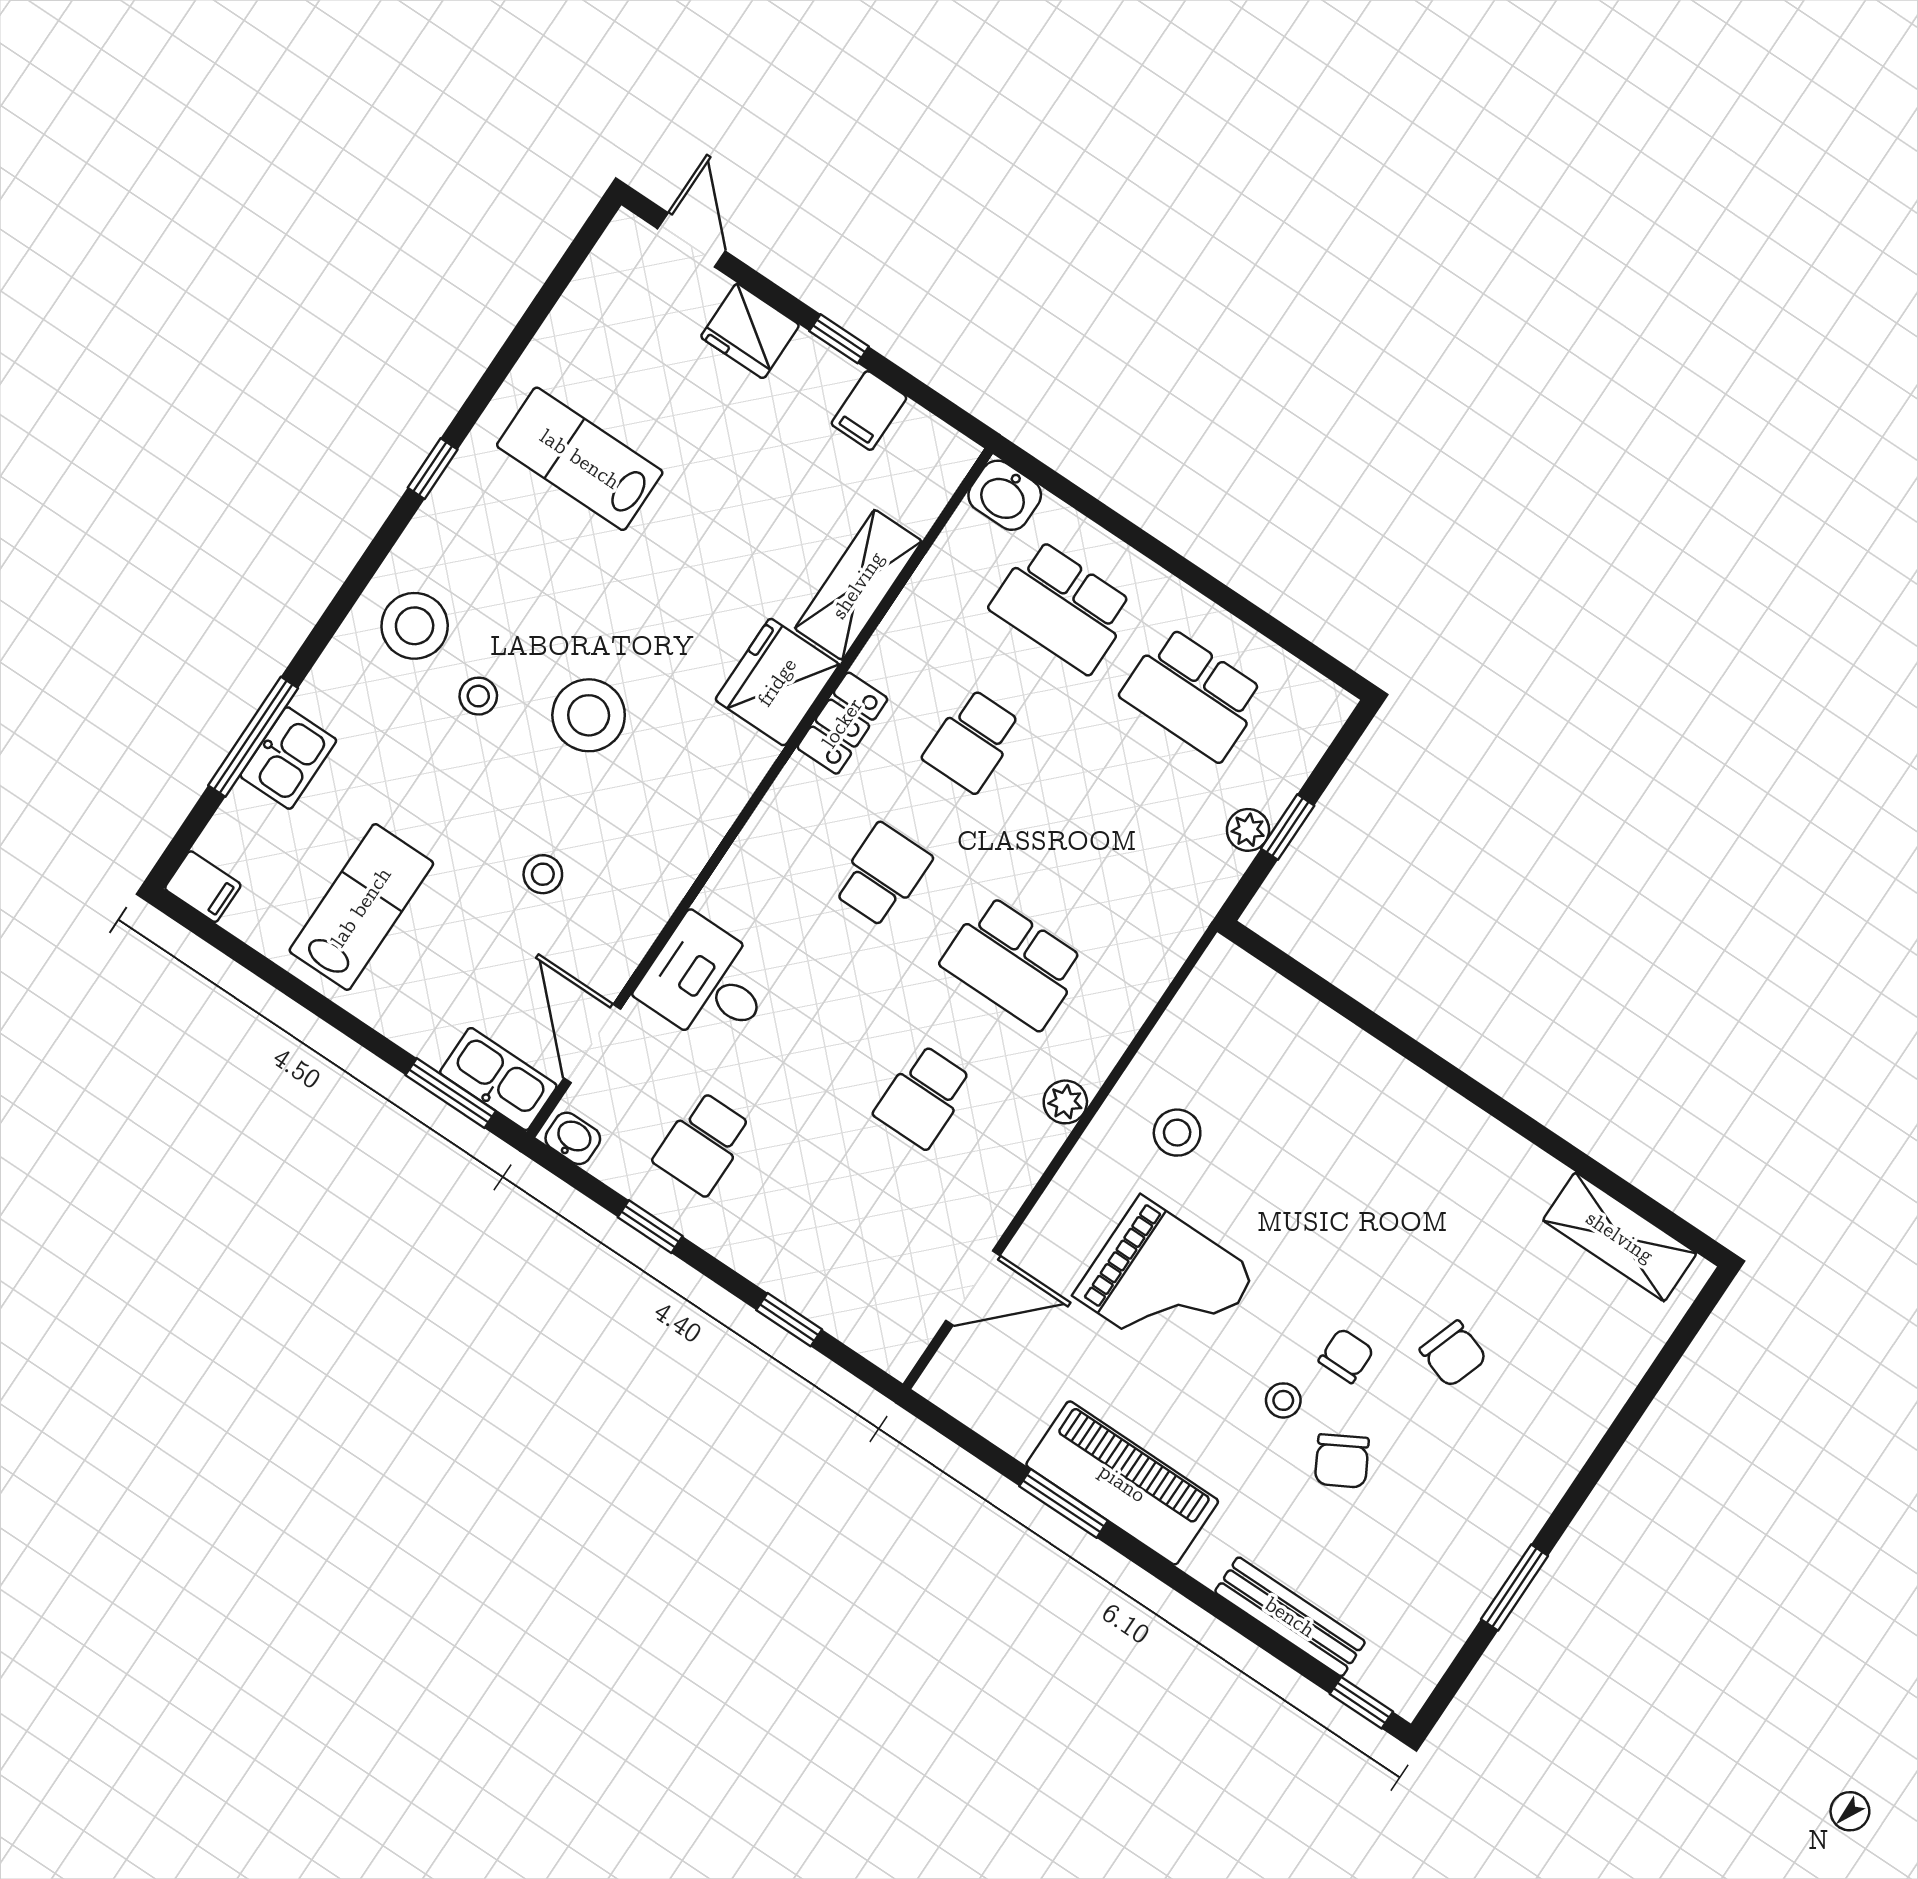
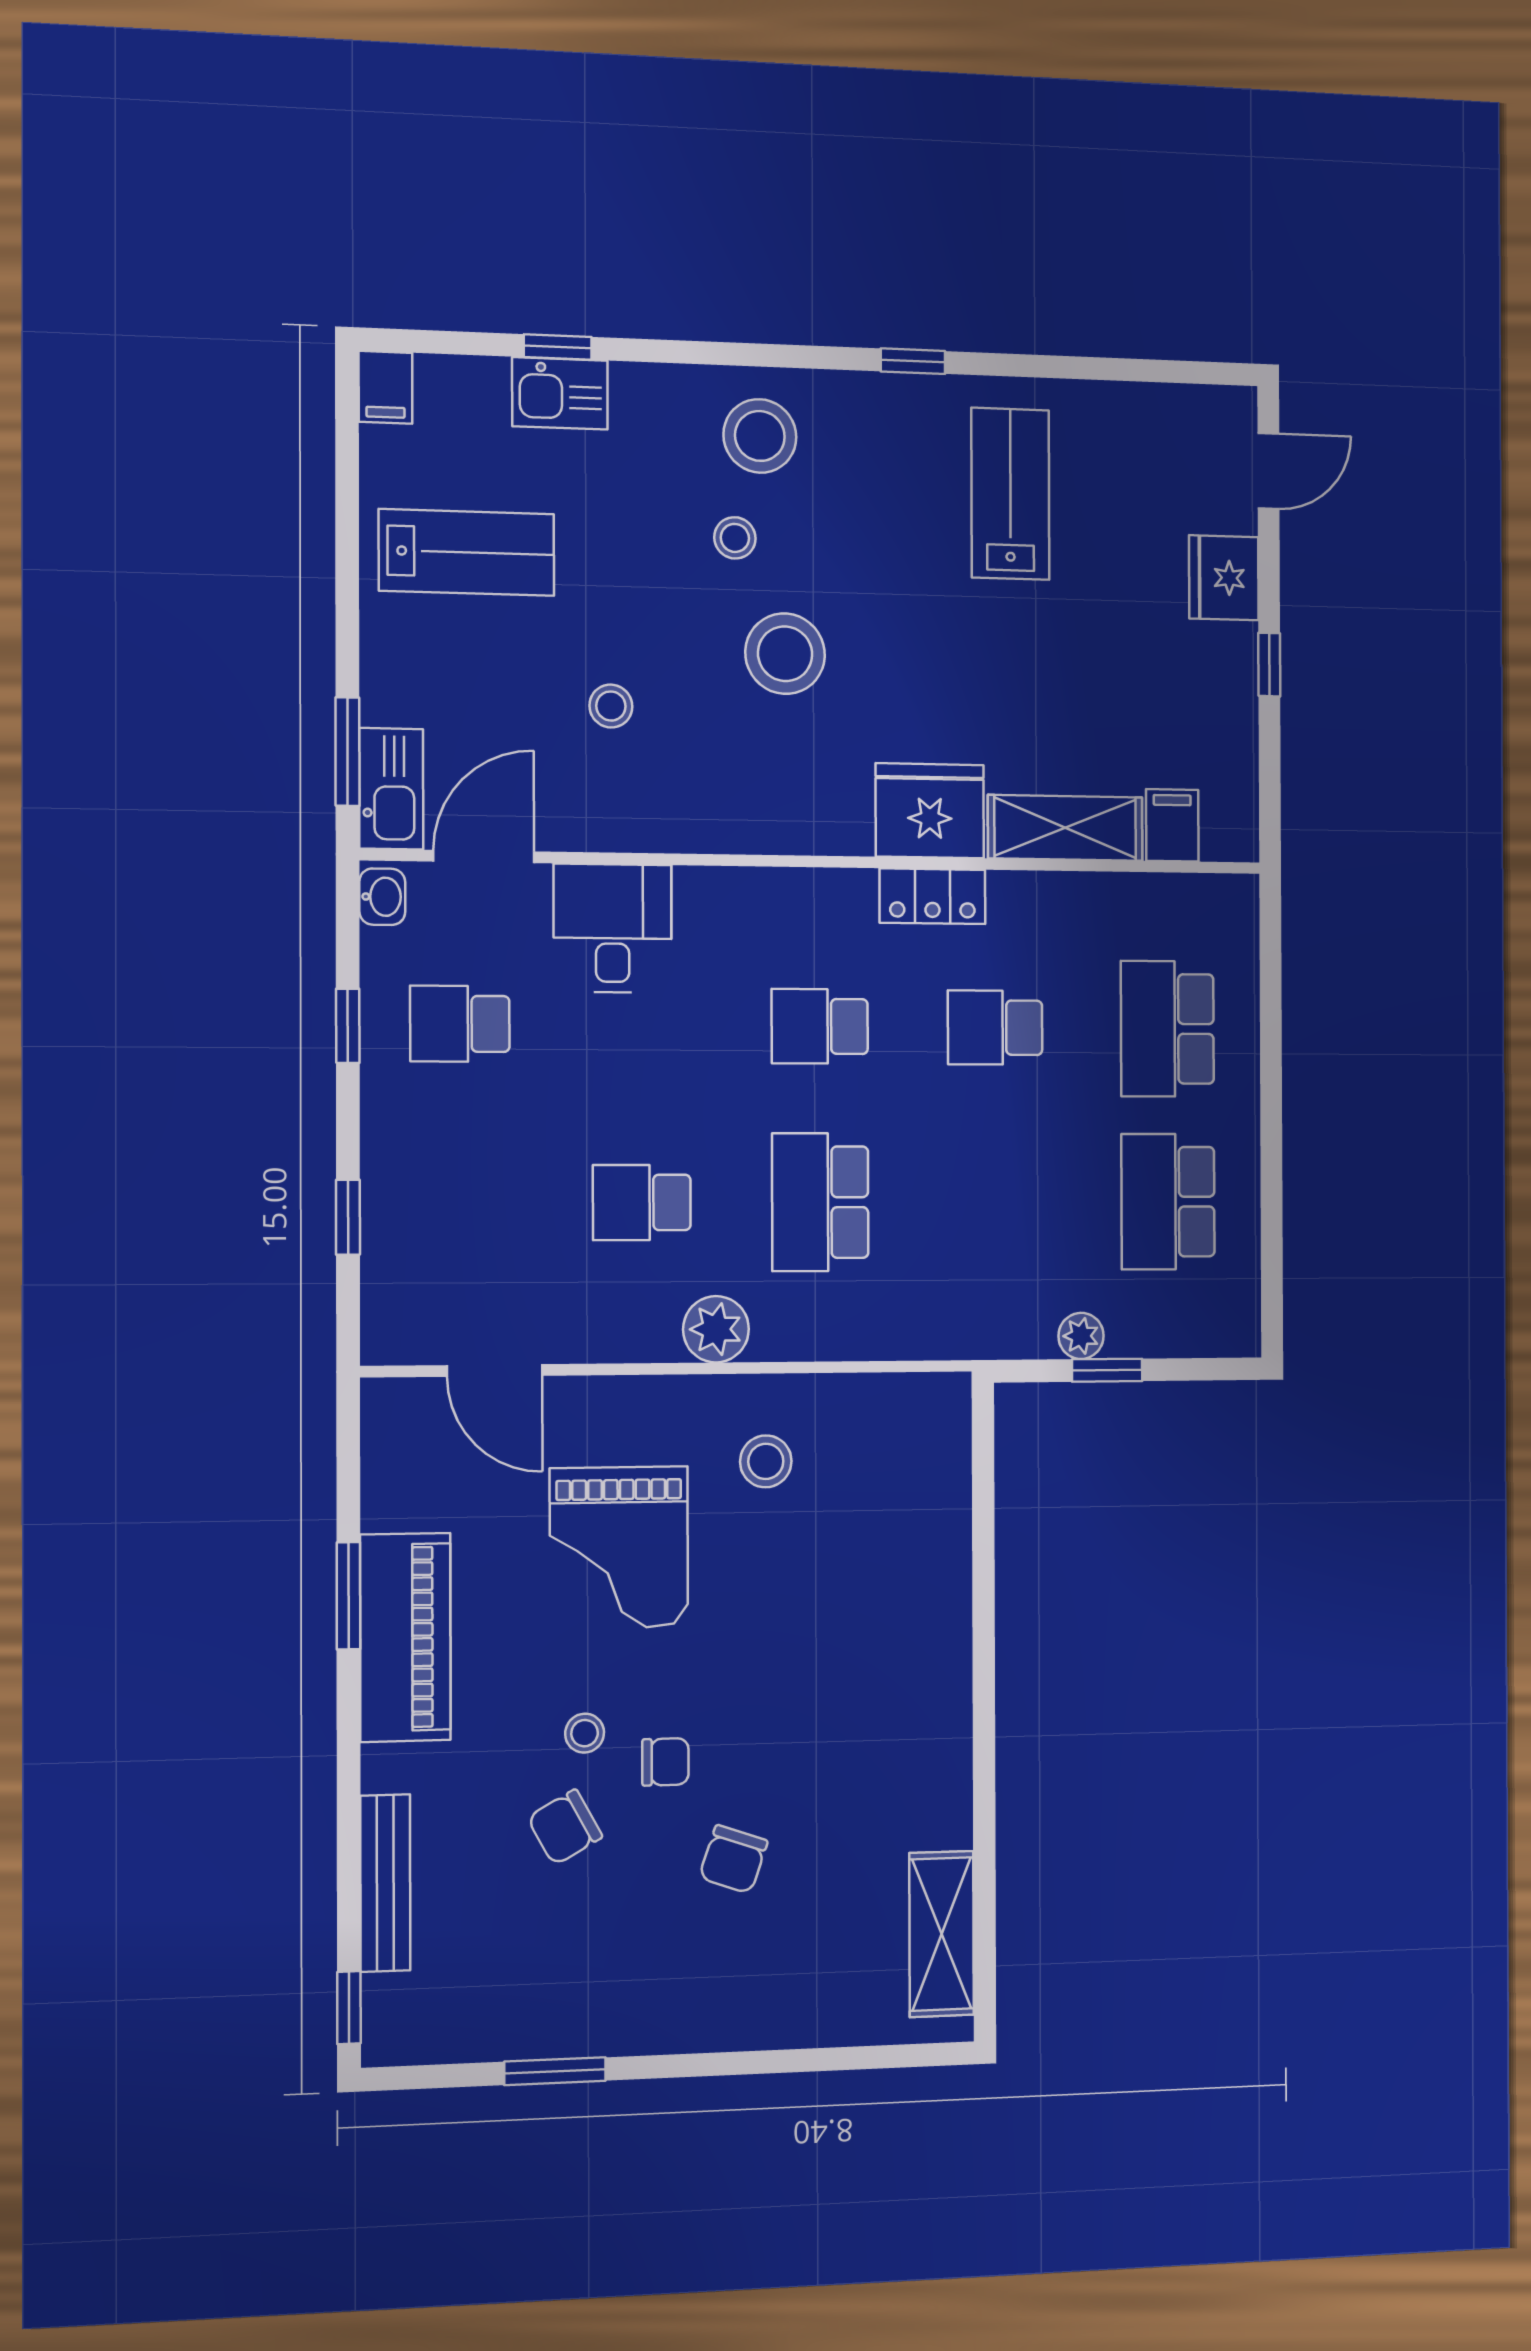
filing cabinet: (869, 411) -> (1172, 825), moved, turned 90
washbasin: (1005, 495) -> (1231, 909), removed
window: (253, 737) -> (558, 347), width x0.46
school desk: (882, 875) -> (820, 1026), turned 180
plant: (1065, 1102) -> (716, 1329), width x1.38, depth x1.38

